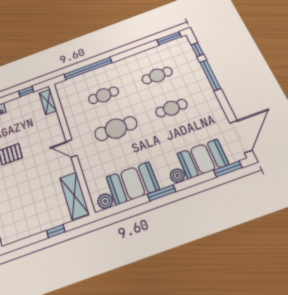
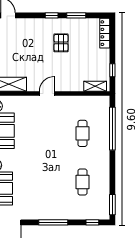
window: (210, 75) -> (53, 222), moved
cafe table: (171, 108) -> (50, 182), removed
cafe table: (116, 129) -> (50, 133), removed

